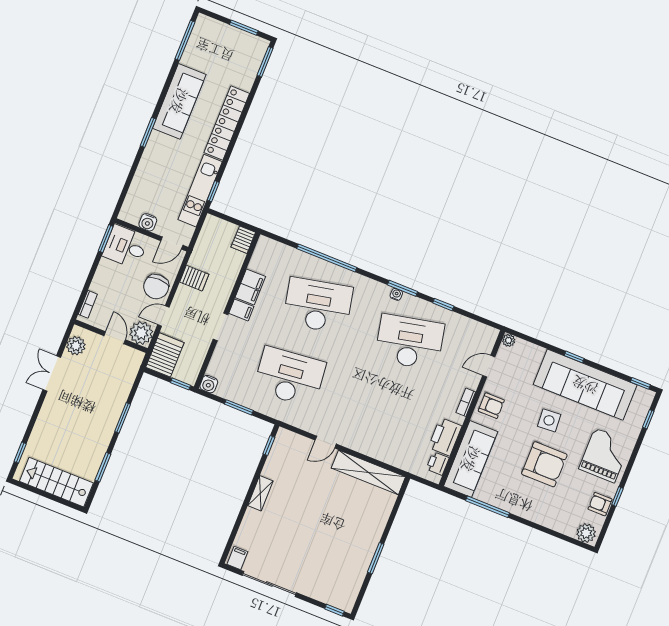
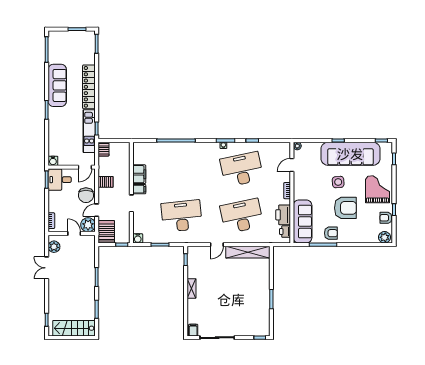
water cooler: (148, 222) -> (53, 161), moved
server rack: (243, 240) -> (104, 149), moved
desk: (318, 305) -> (242, 216), moved
armchair: (491, 406) -> (331, 233), moved

